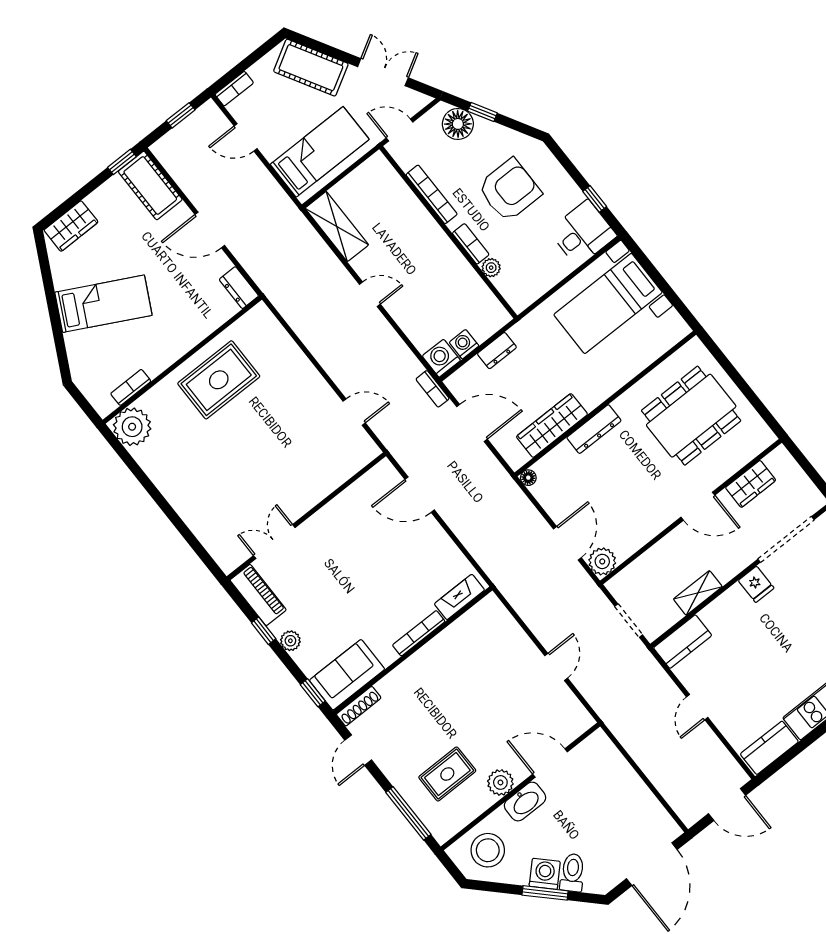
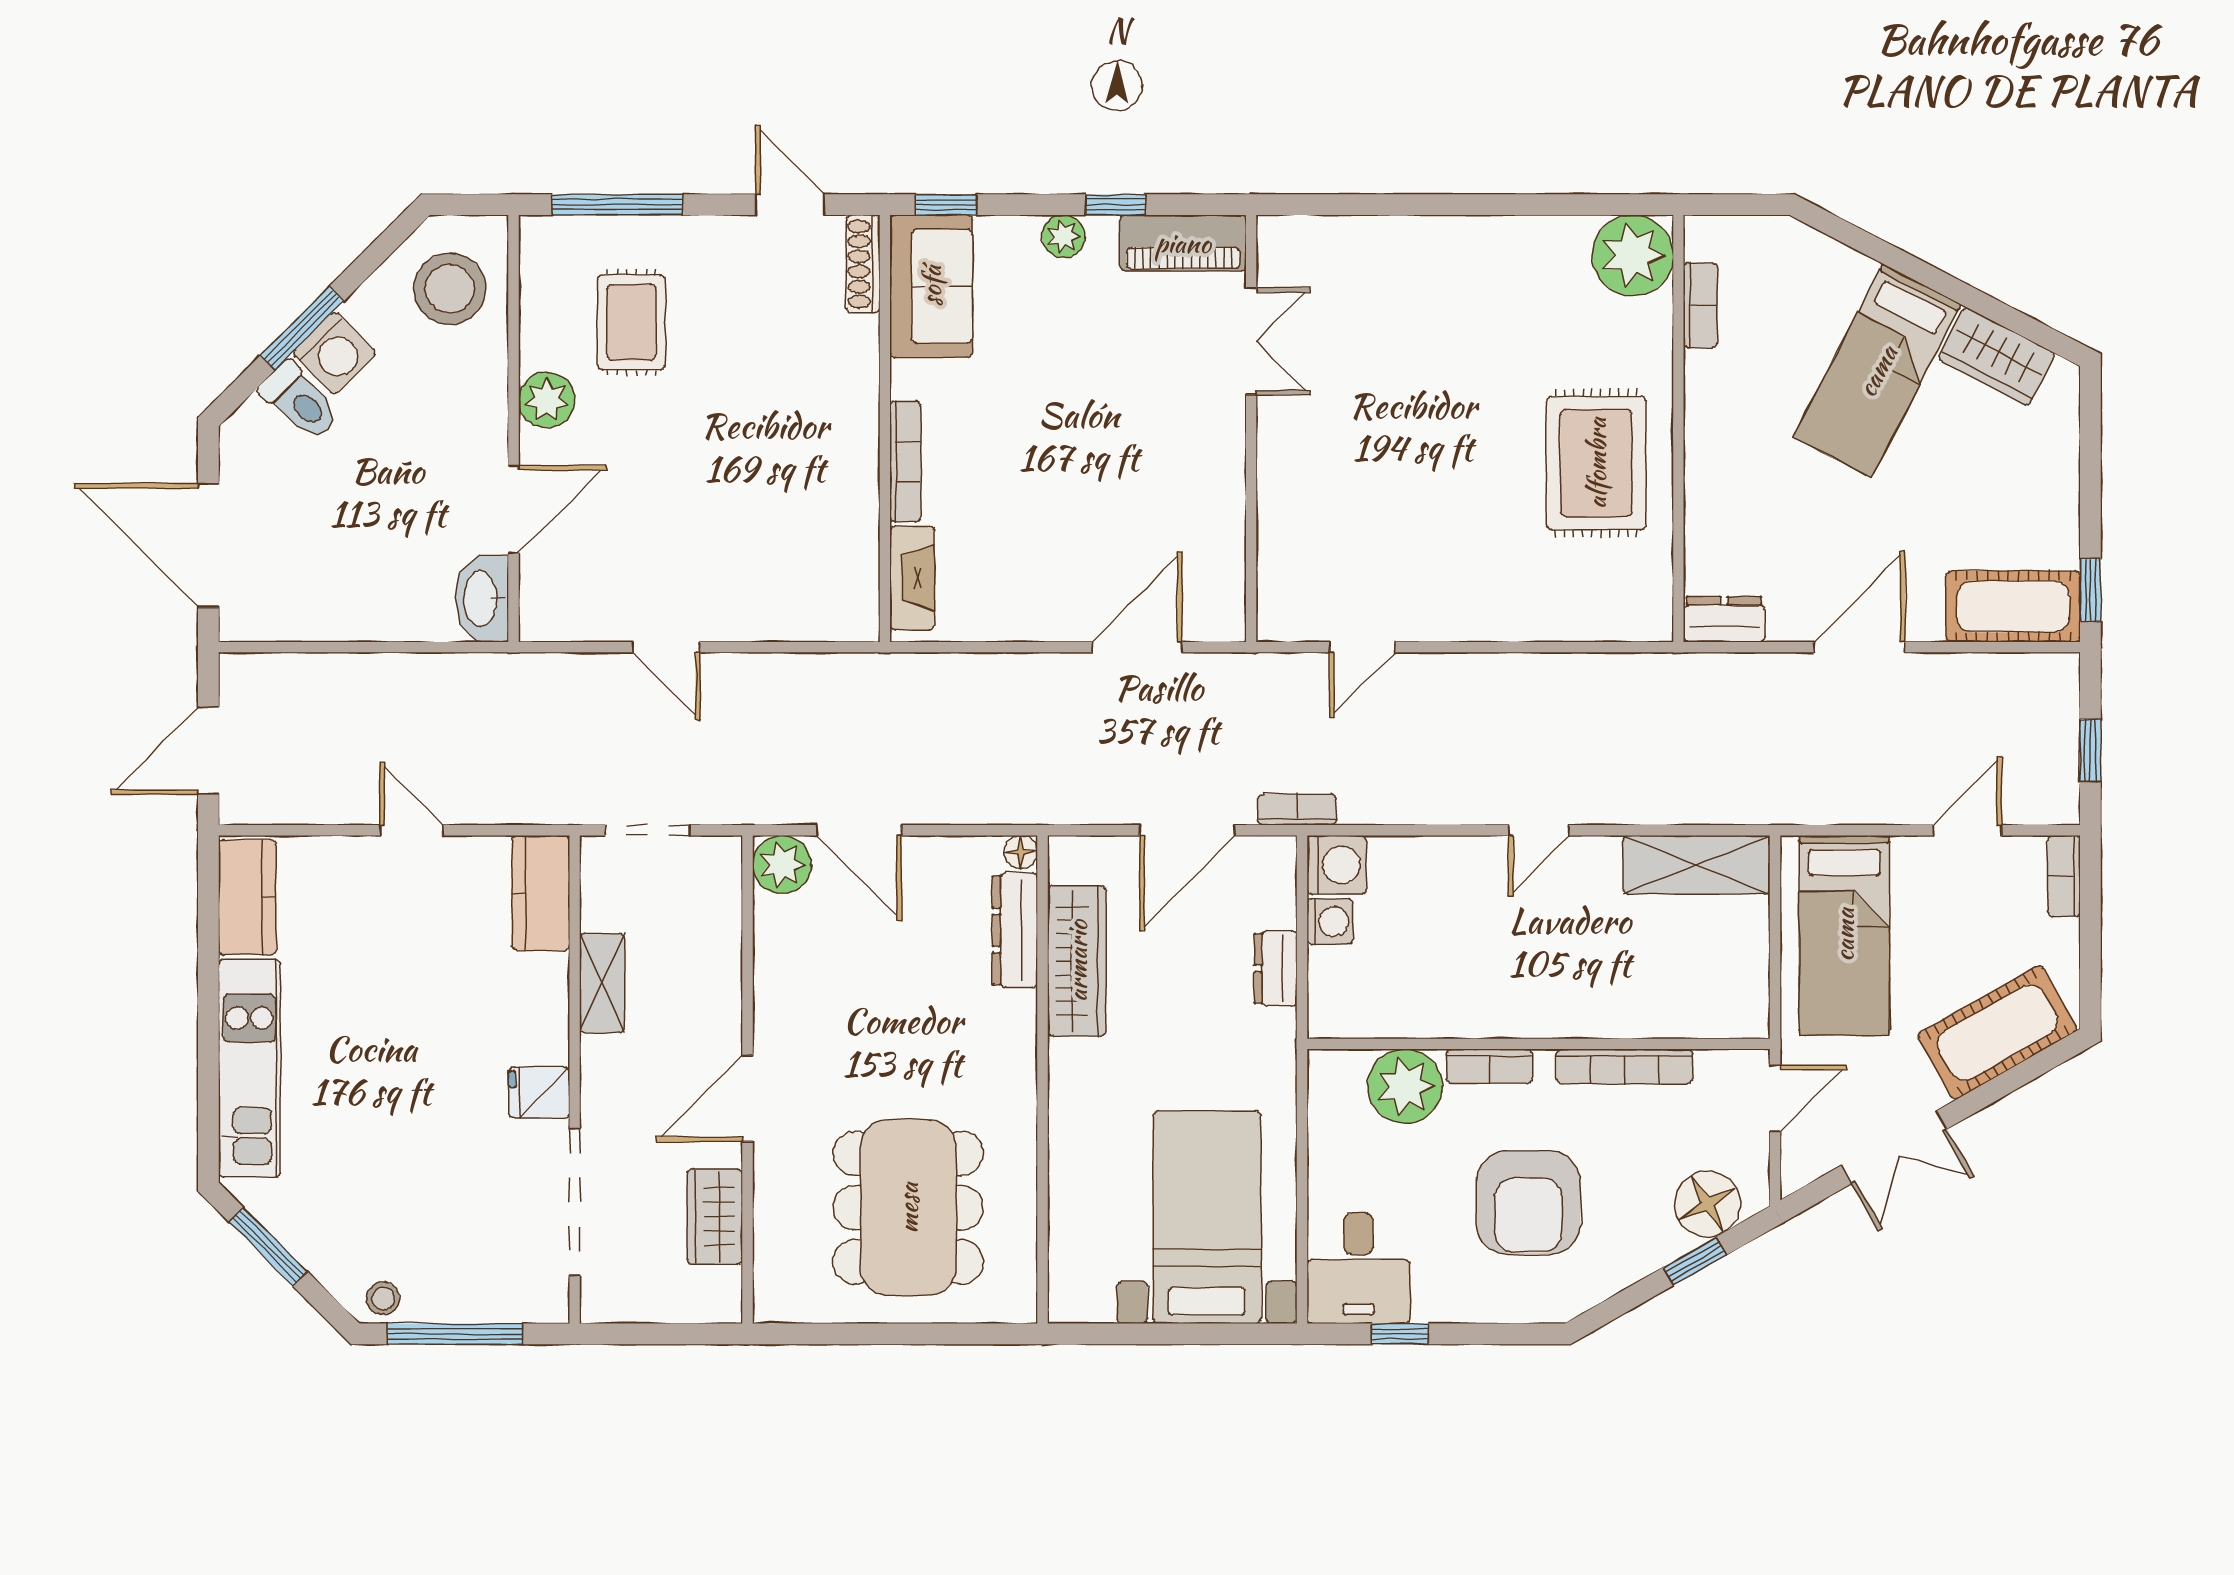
wardrobe: (71, 226) -> (1997, 356), moved, turned -62
plant: (491, 268) -> (1405, 1086), width x1.88, depth x1.88
dresser: (594, 429) -> (1015, 930), moved
washbasin: (525, 802) -> (482, 599), moved

